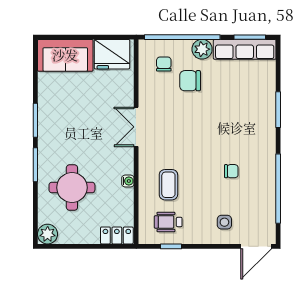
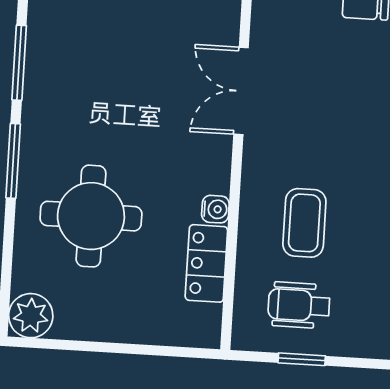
locker: (117, 235) -> (206, 263), moved, turned -90

